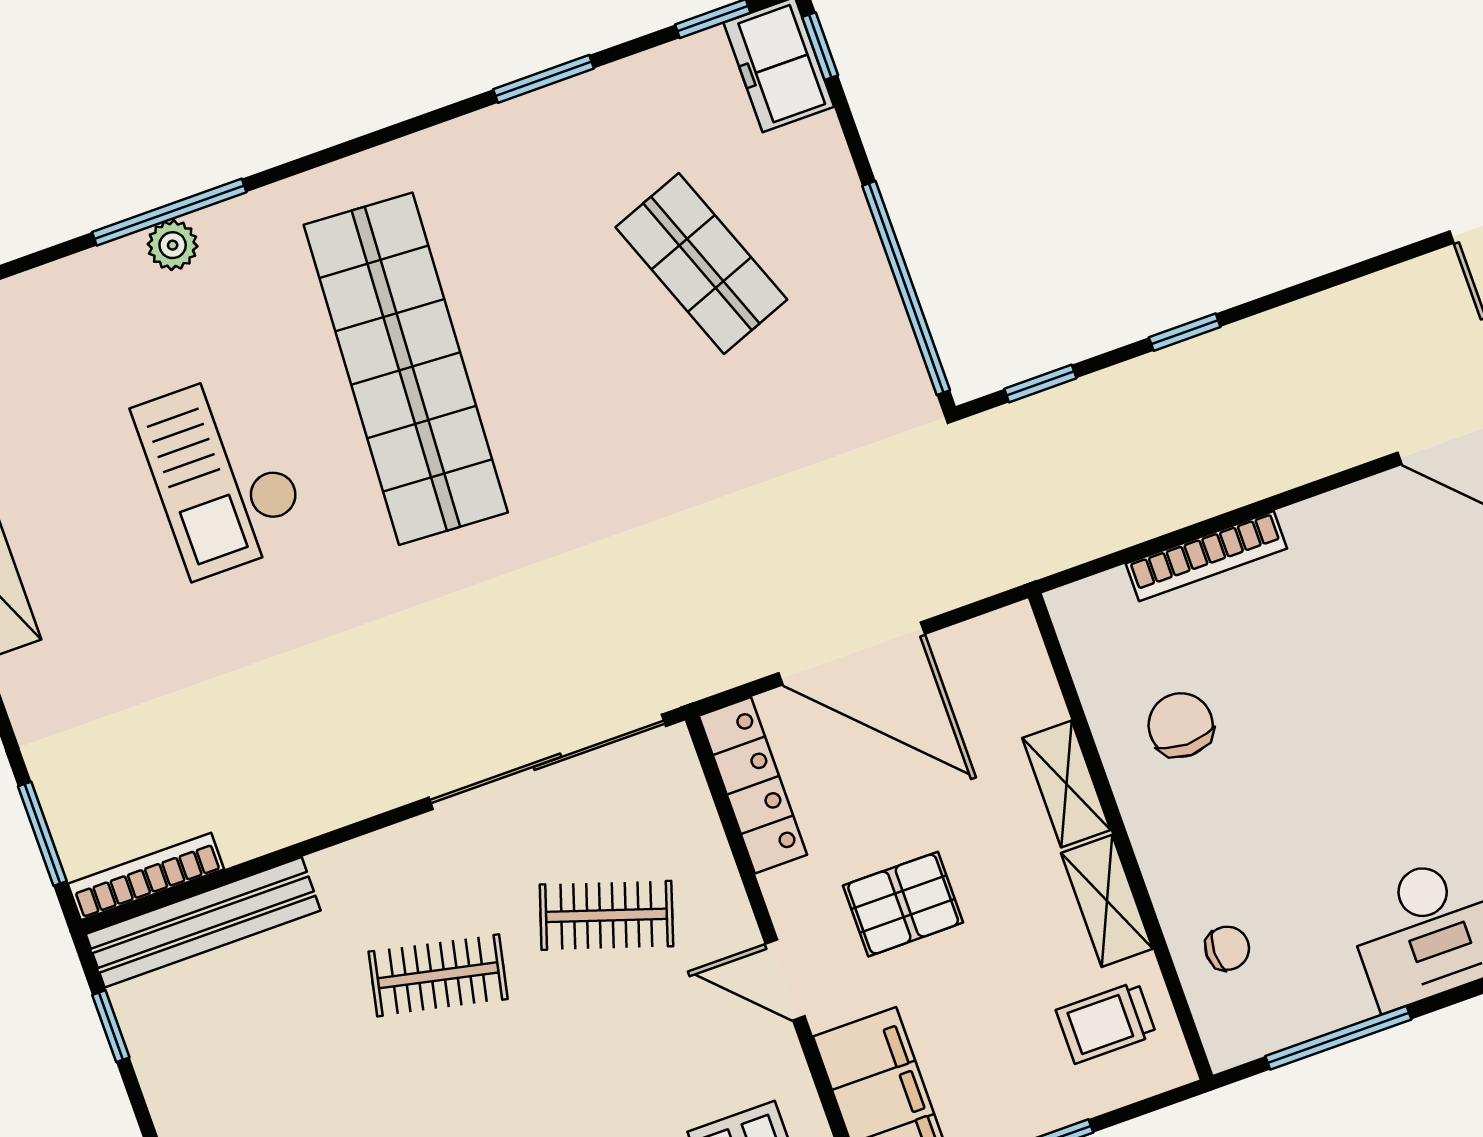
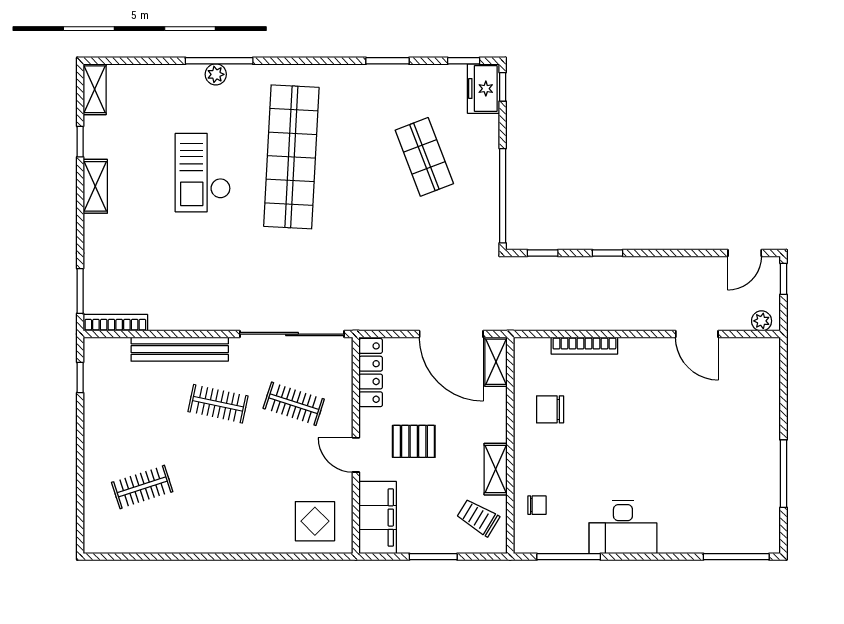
door: (852, 653) -> (451, 334), moved
chair: (1181, 725) -> (550, 409), turned -90
shelving: (1066, 784) -> (496, 362), moved
bench: (203, 922) -> (180, 349), moved
trolley: (1106, 1022) -> (478, 518), turned 31

